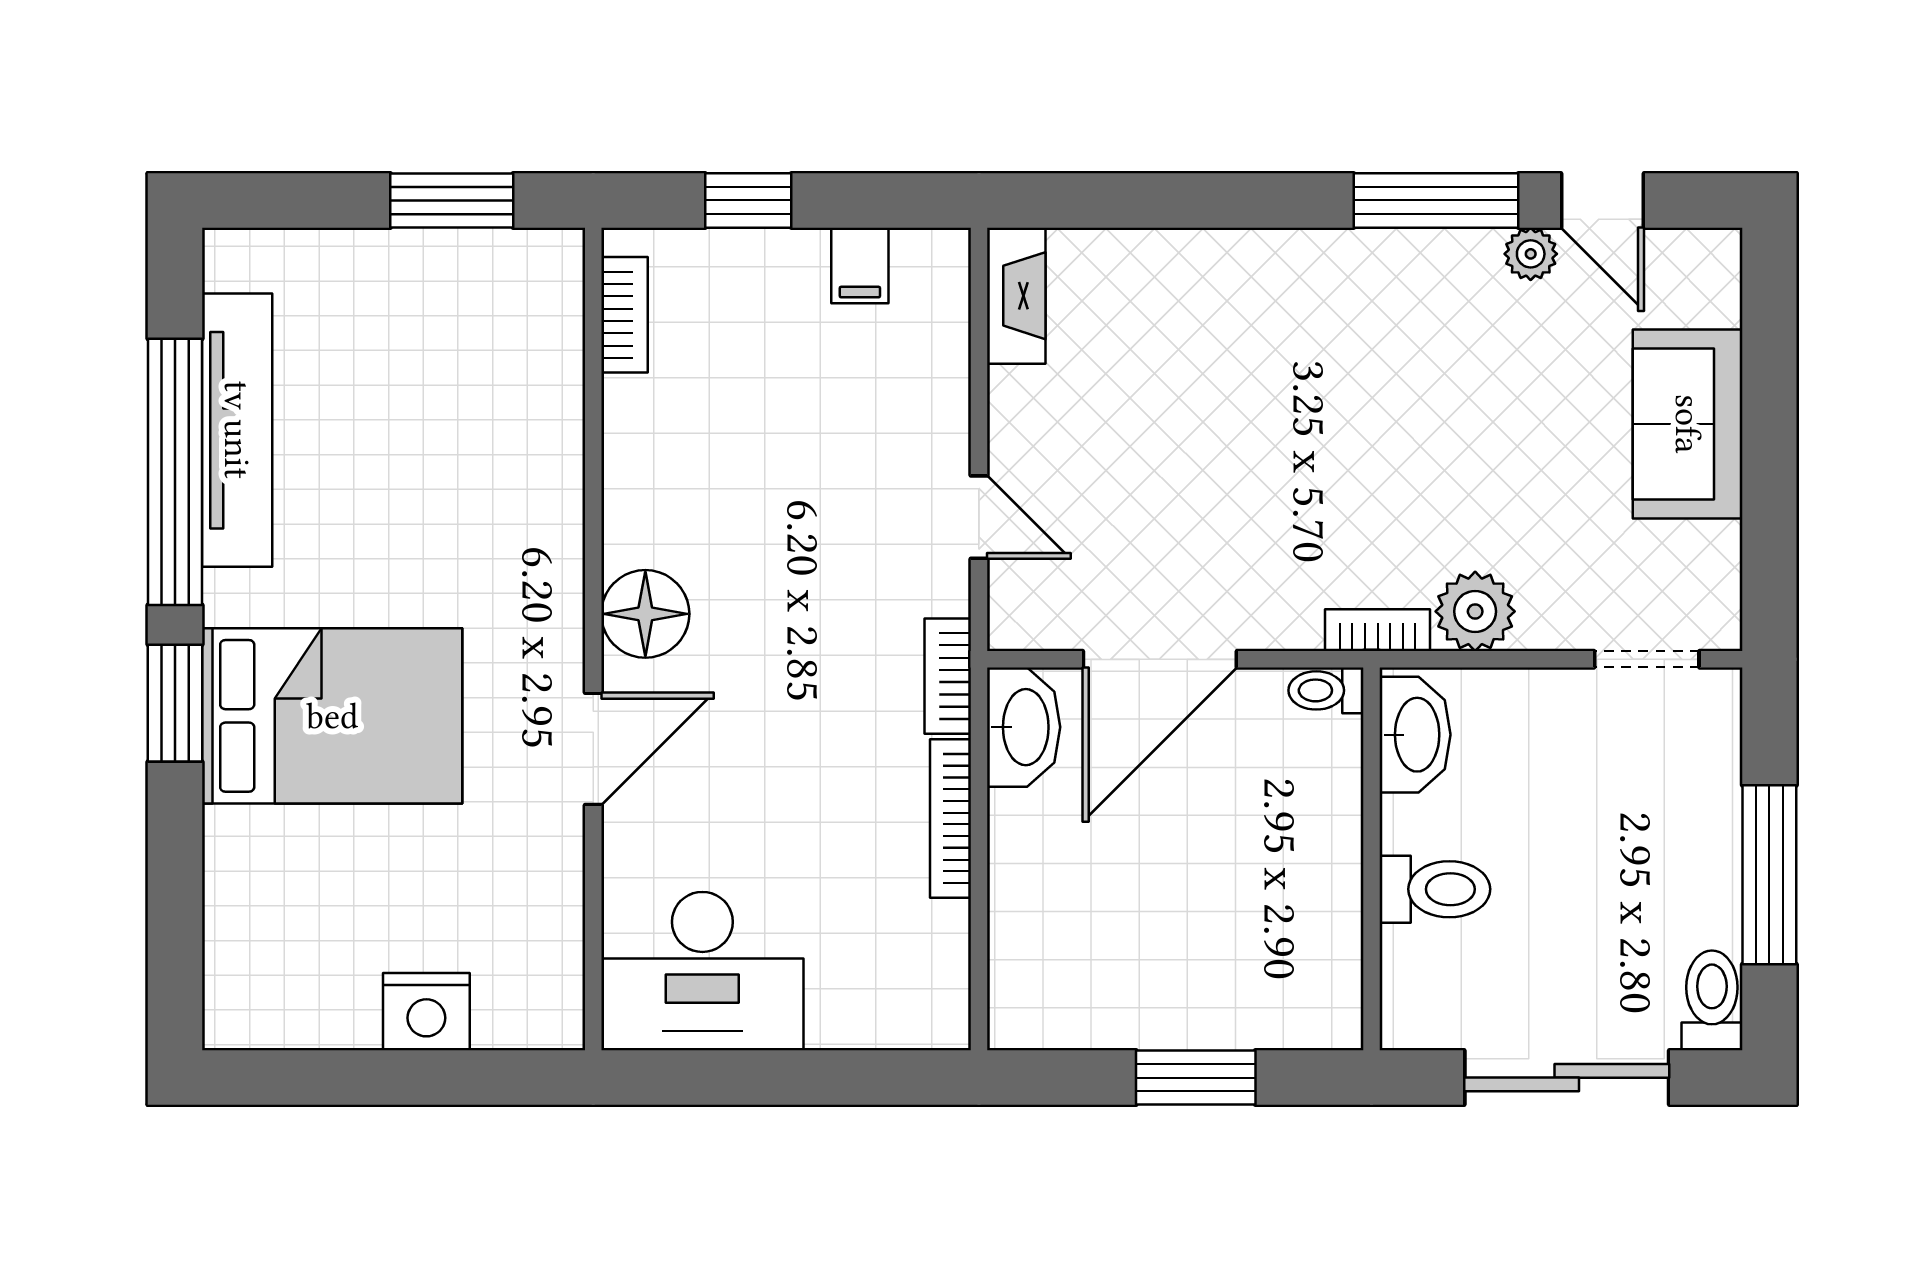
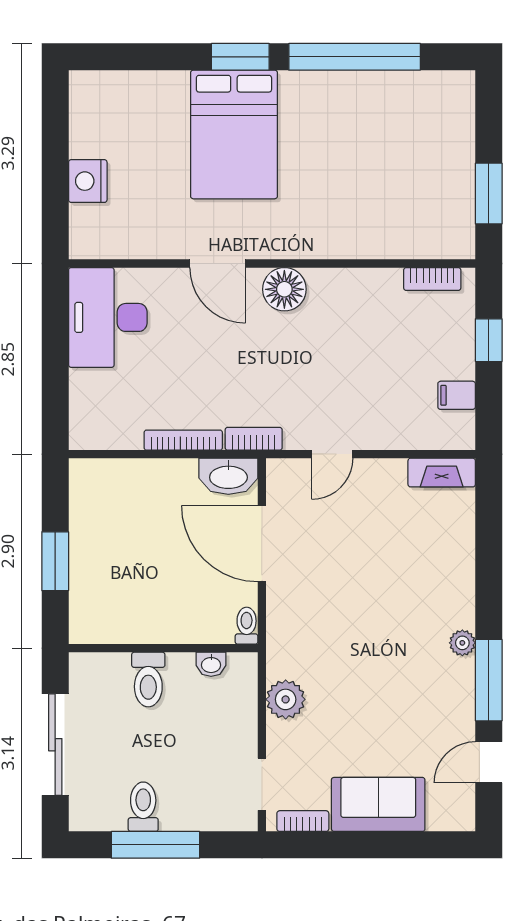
plant: (1531, 254) -> (462, 643), moved
tv unit: (237, 430) -> (375, 87), removed
bookcase: (1378, 630) -> (303, 821), moved, turned -90
washbasin: (1415, 735) -> (211, 664), width x0.52, depth x0.69
toilet: (1712, 1000) -> (143, 807), moved, turned -90

